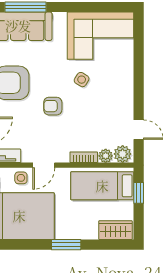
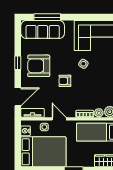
door: (44, 165) -> (59, 119), swing flipped

